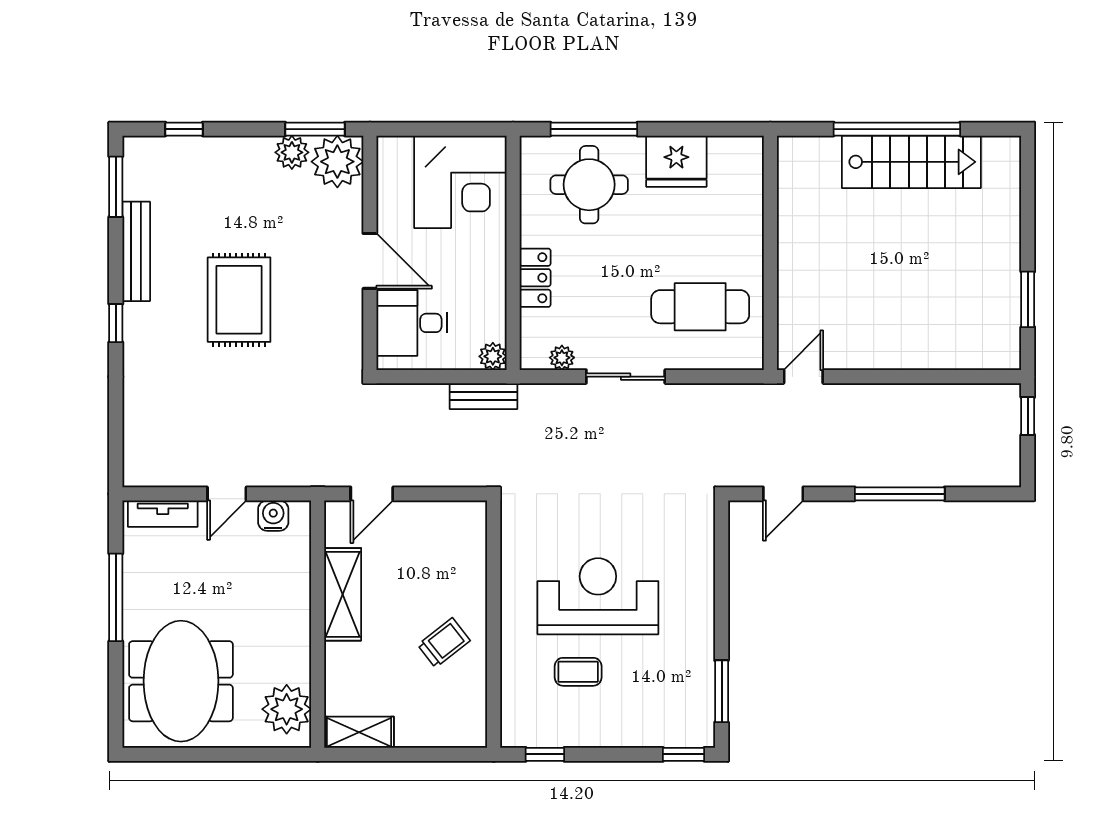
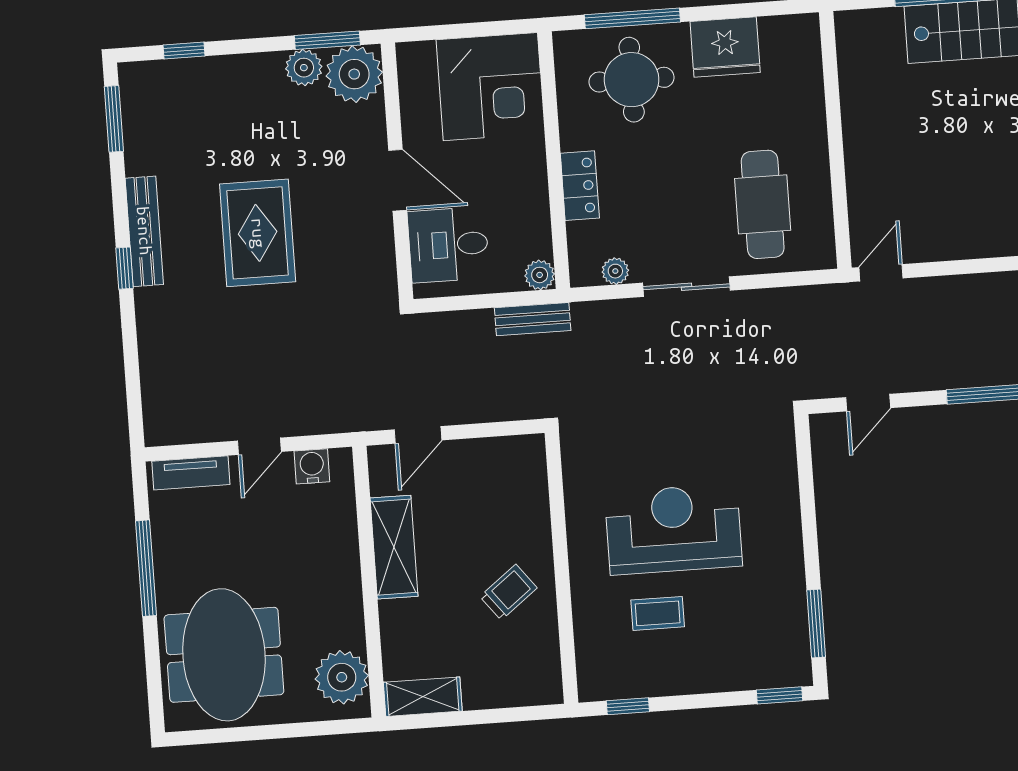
bench: (136, 251) -> (144, 231), moved
cafe table: (700, 307) -> (763, 204), turned 90

